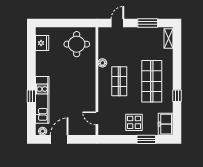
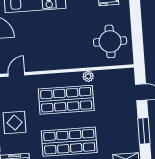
shop shelf: (119, 81) -> (66, 100), width x1.43, depth x1.36

